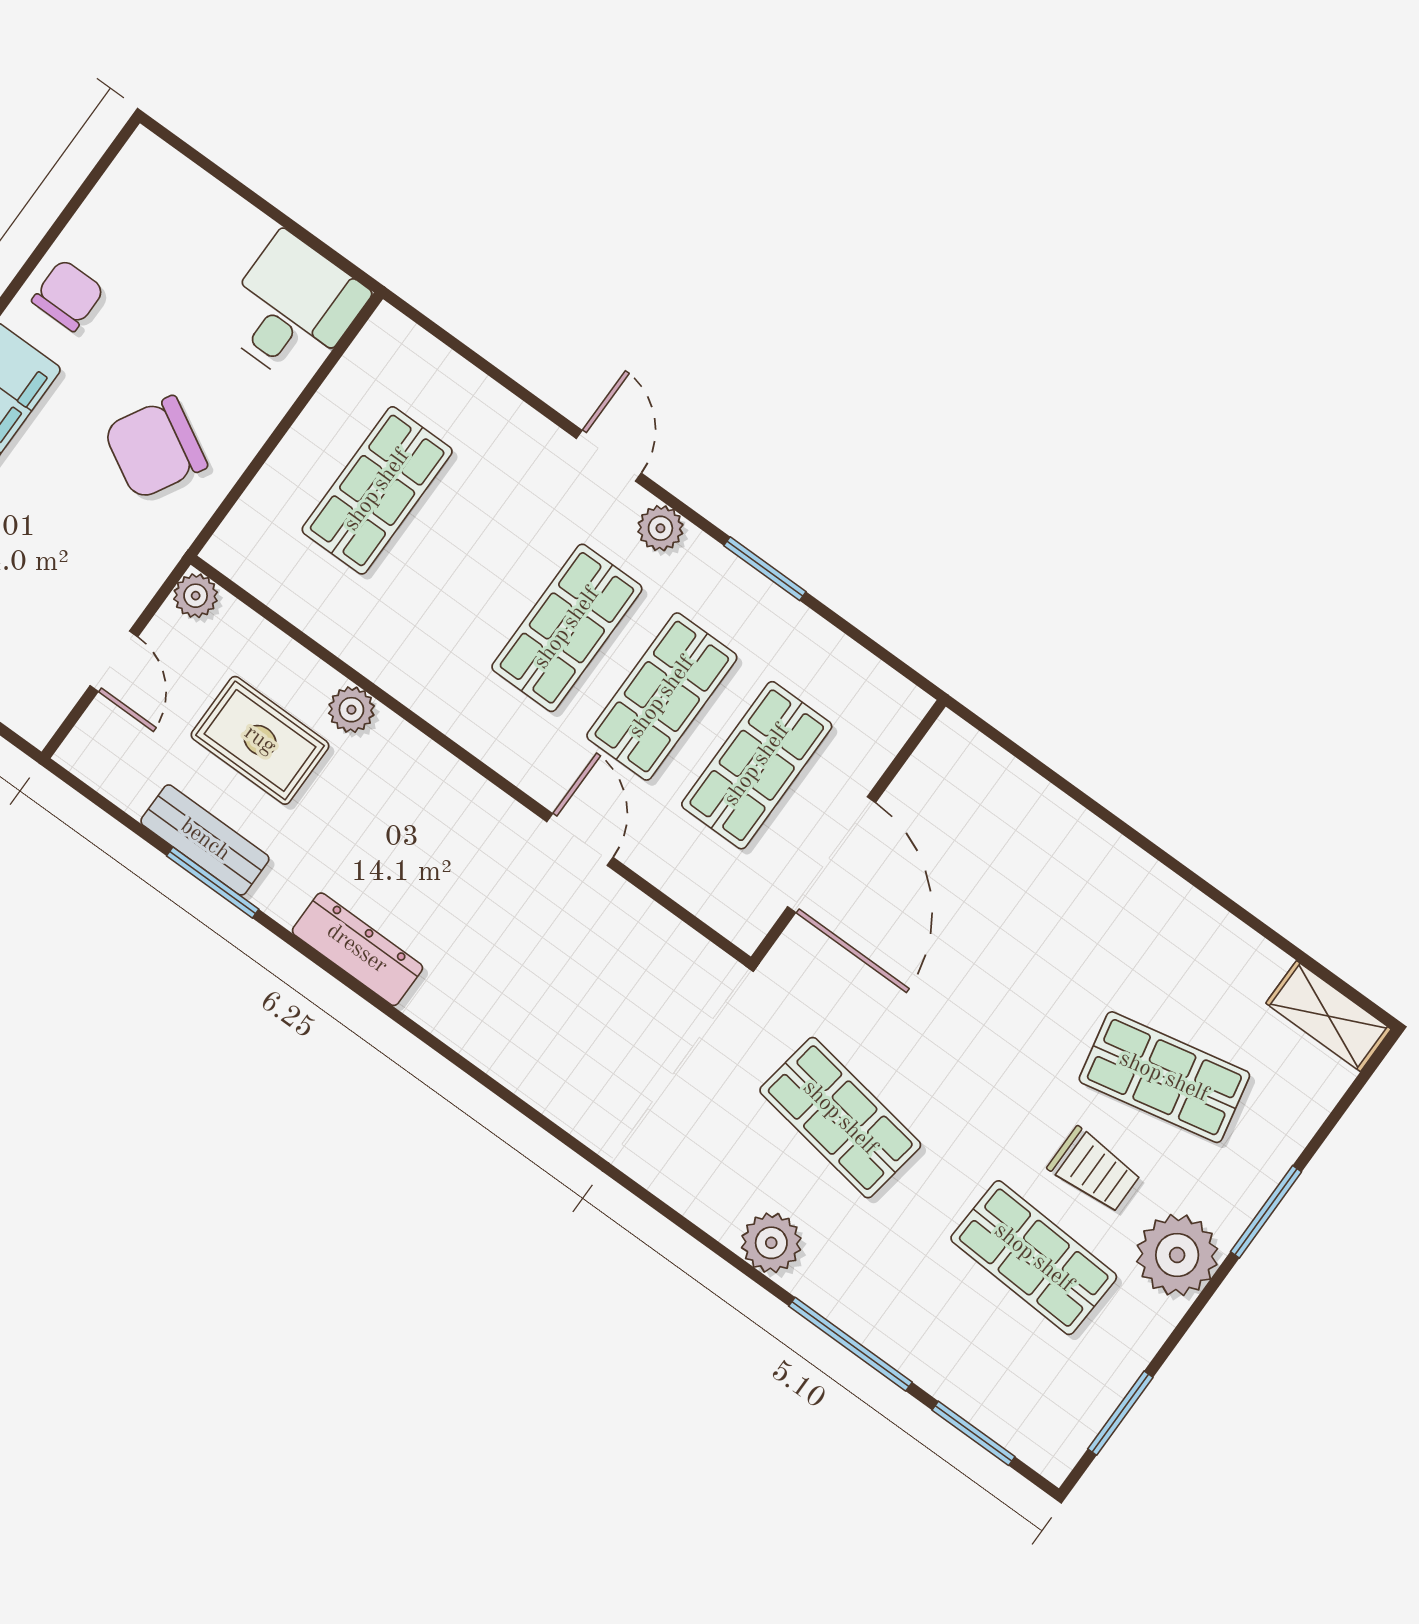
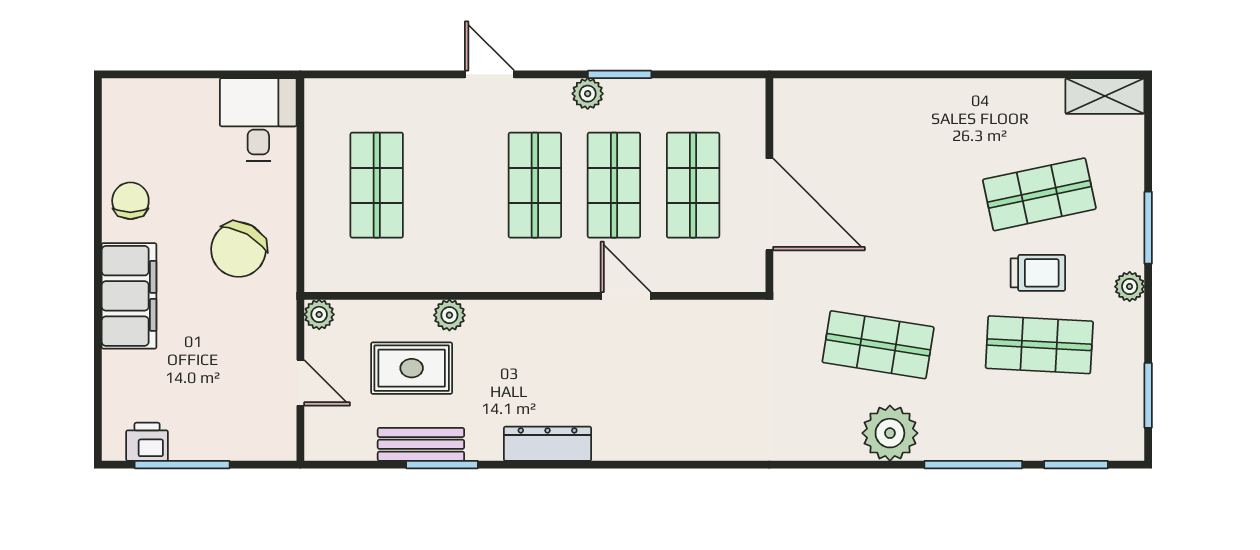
plant: (660, 528) -> (588, 94), moved
plant: (771, 1243) -> (890, 433), width x1.36, depth x1.36
plant: (1177, 1255) -> (1130, 287), width x0.53, depth x0.53

